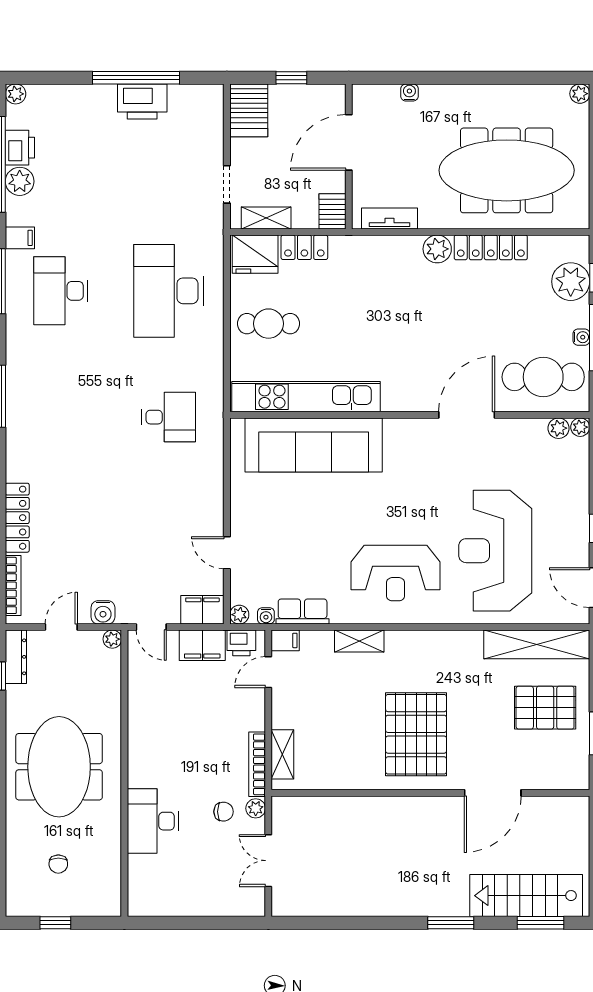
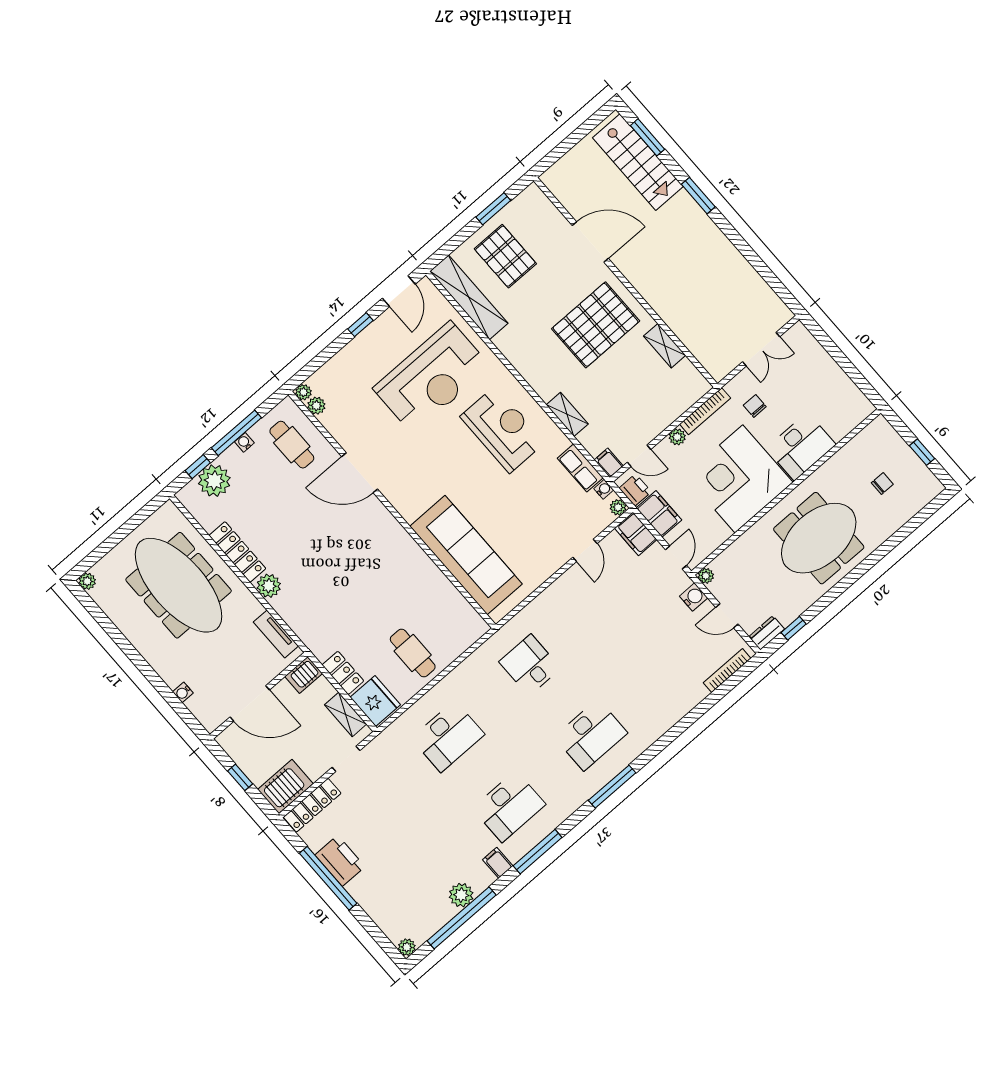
printer: (20, 148) -> (439, 914), removed
desk: (169, 291) -> (448, 736), width x0.73, depth x0.77
cafe table: (543, 377) -> (292, 445), width x0.73, depth x0.74
kitchen unit: (306, 397) -> (439, 587), removed
desk: (61, 417) -> (591, 735), added
locker: (17, 518) -> (312, 805), moved, turned 180
dresser: (16, 657) -> (767, 633), width x0.70
corner desk: (172, 742) -> (739, 479), added
shelving: (282, 754) -> (665, 346), moved, turned 90
plant: (256, 808) -> (677, 437), moved

